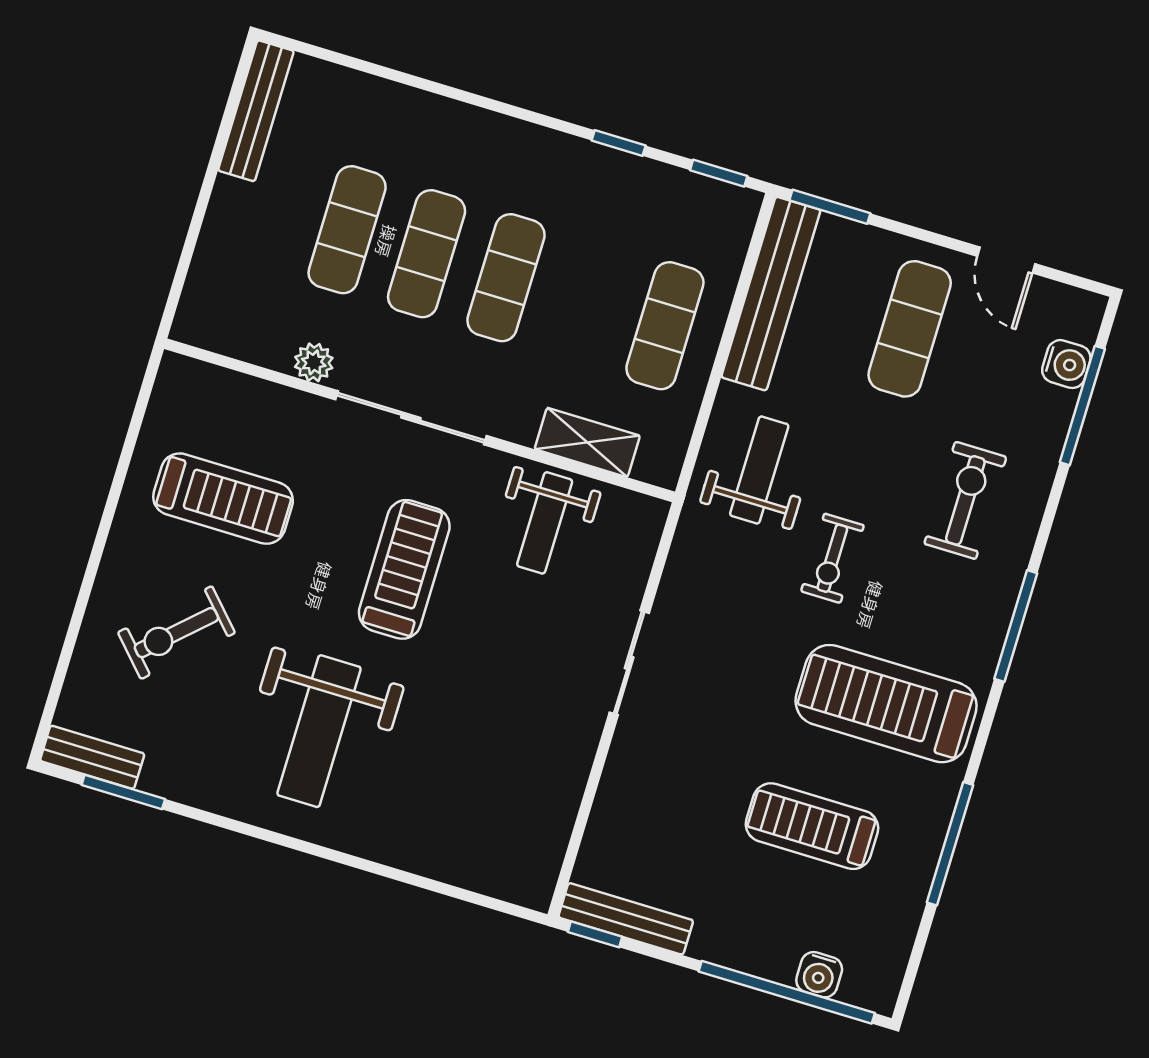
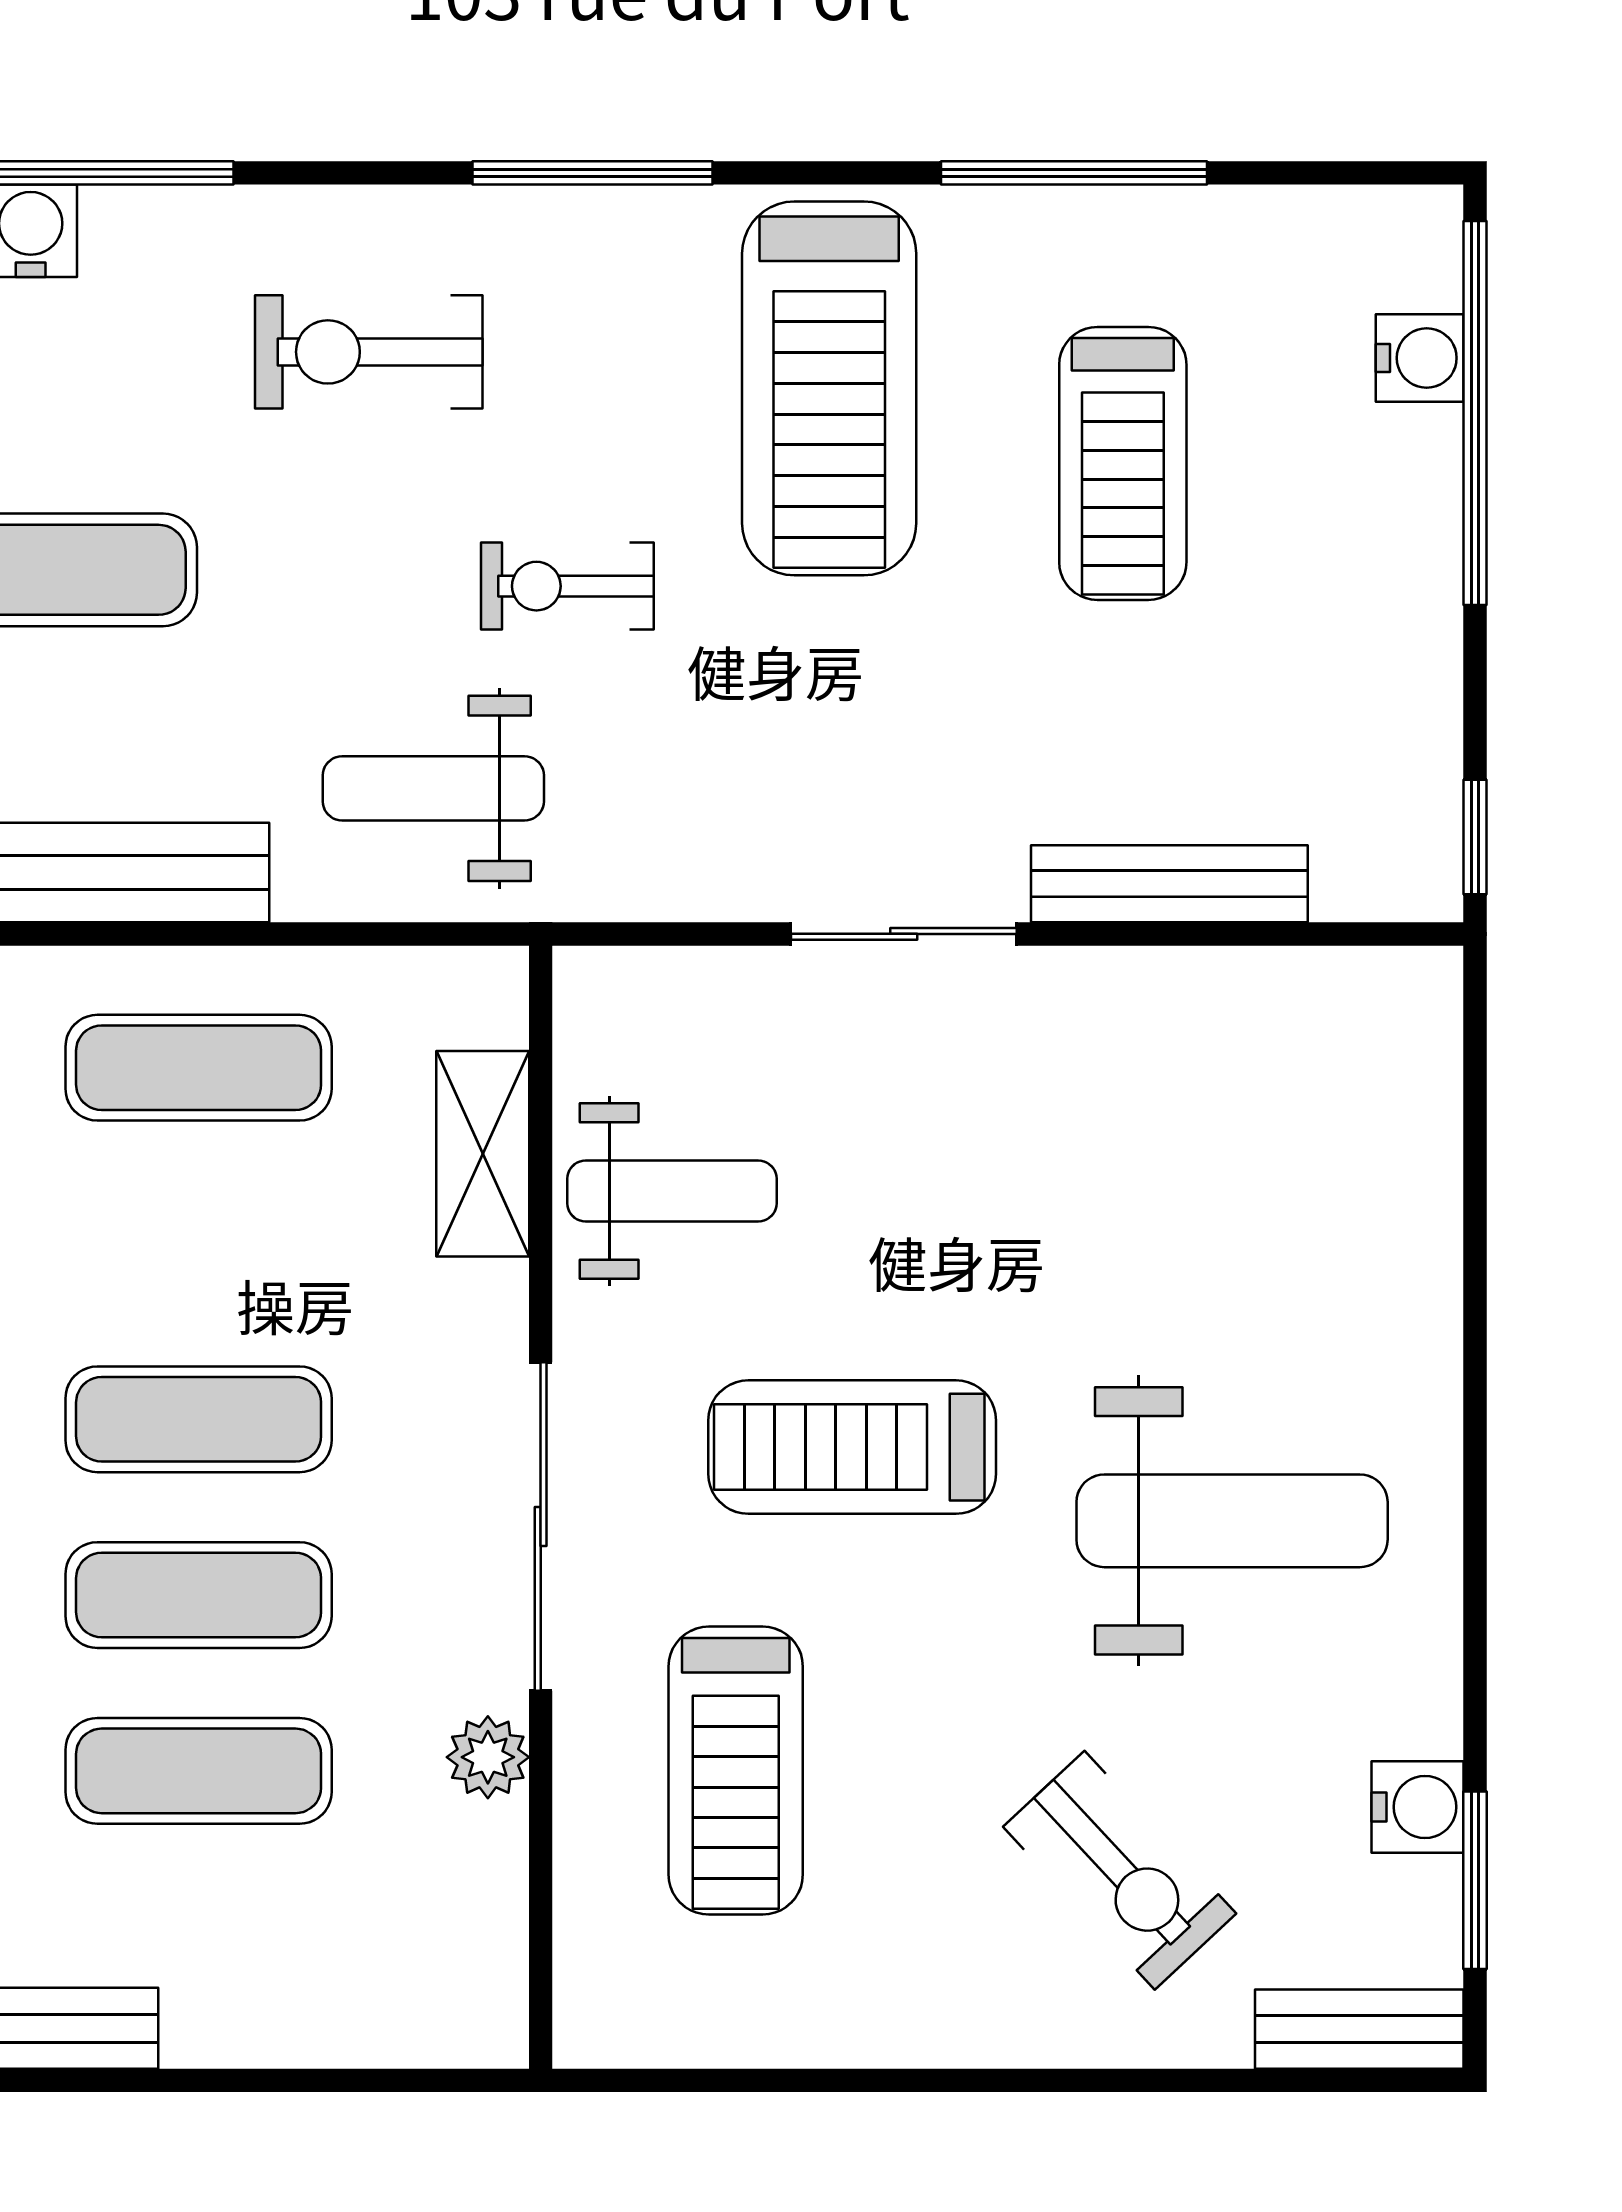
treadmill: (223, 499) -> (736, 1771), moved, turned 180
exercise bike: (832, 558) -> (567, 586), turned 180
bench: (92, 757) -> (1359, 2029), moved, turned 90
water cooler: (164, 776) -> (1418, 1807), added
bench: (626, 919) -> (1169, 884), moved, turned 90

